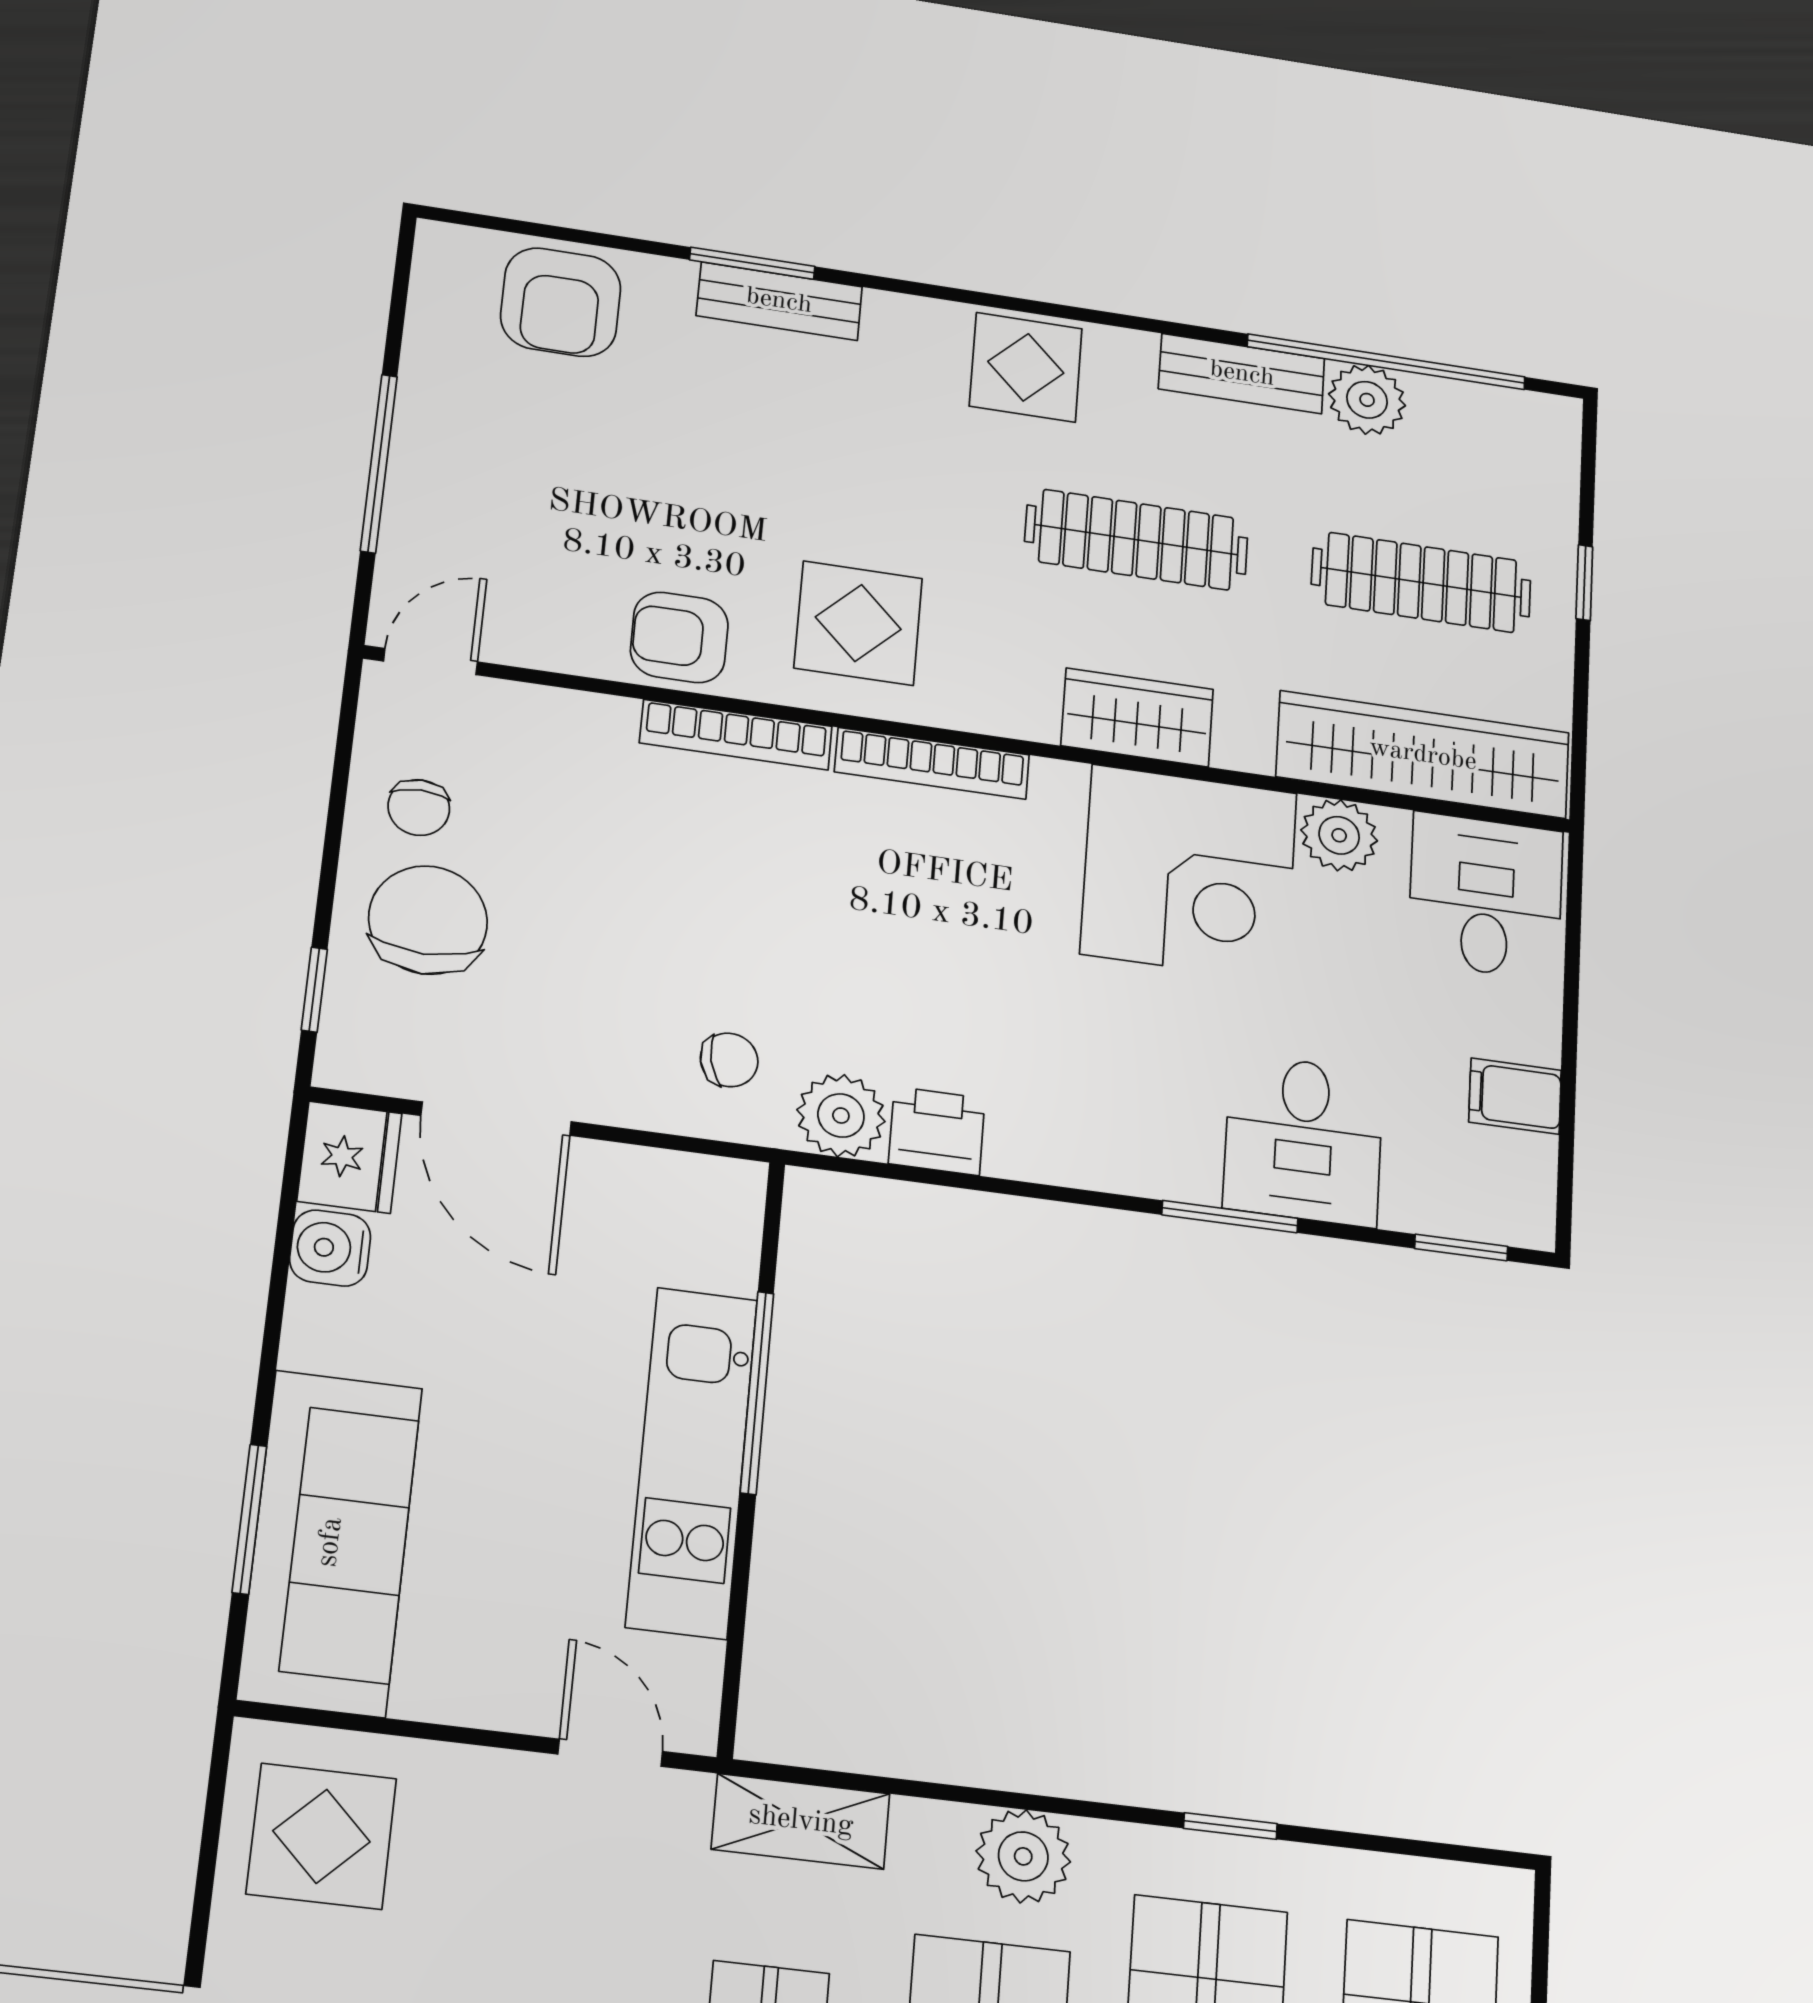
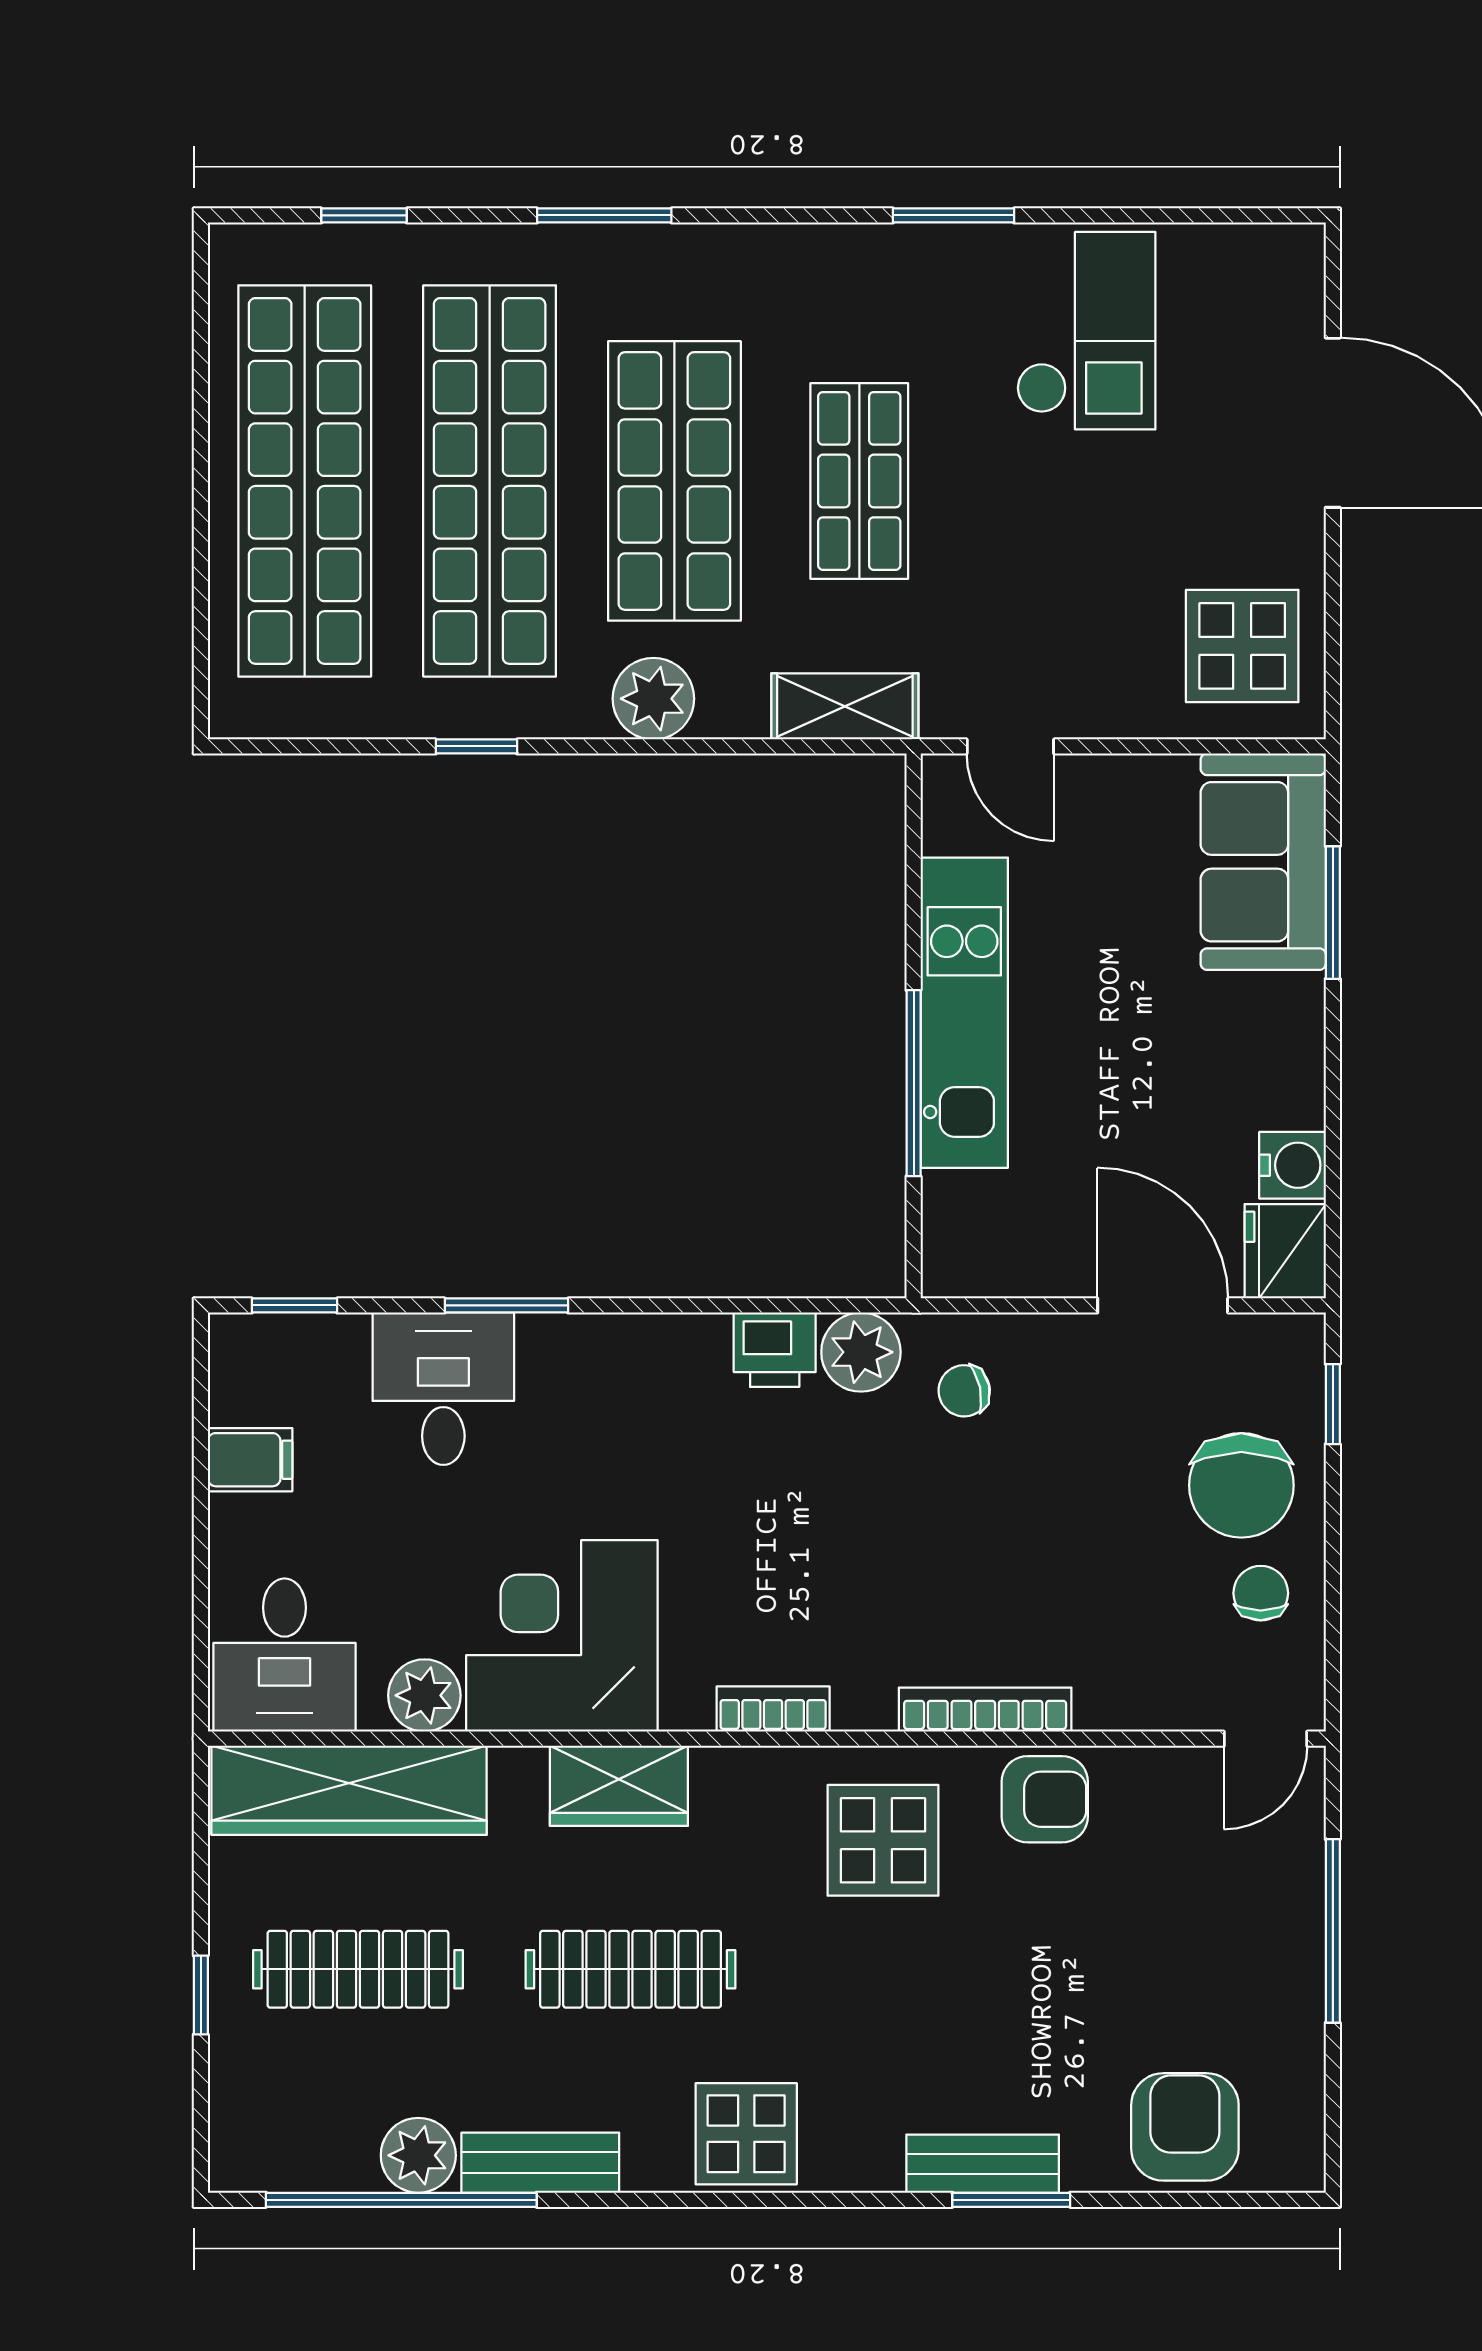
bookcase: (932, 763) -> (773, 1709), width x0.64
sofa: (330, 1542) -> (1263, 862), width x0.73

